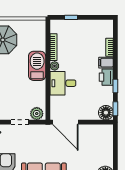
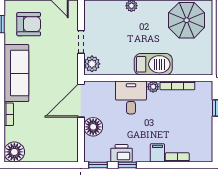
printer: (106, 77) -> (122, 153), moved
floor lamp: (106, 113) -> (93, 127), moved

